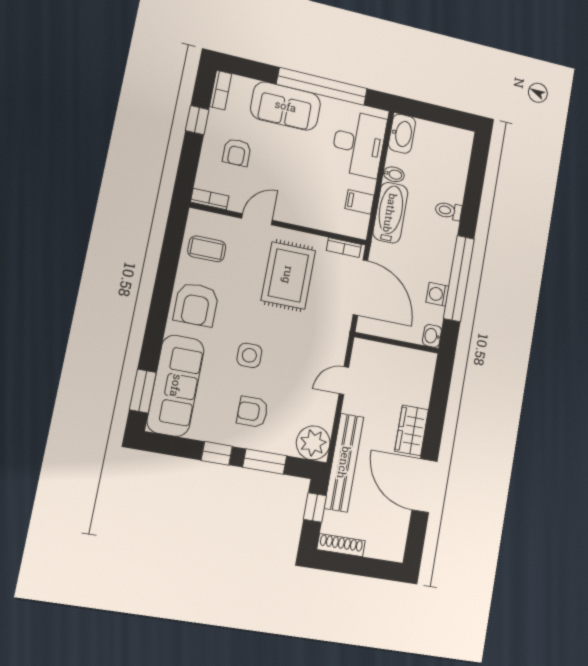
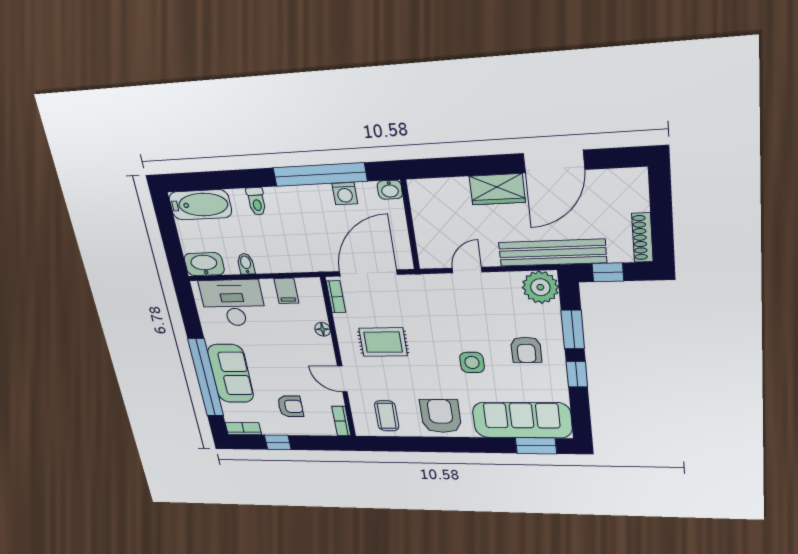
window: (322, 86) -> (206, 378), moved
bathtub: (390, 213) -> (200, 205), moved, turned 180
floor lamp: (314, 221) -> (323, 329), added
rug: (288, 275) -> (383, 342), width x0.73, depth x0.70
armchair: (196, 304) -> (441, 416), turned -90
door: (344, 381) -> (467, 270), swing flipped

